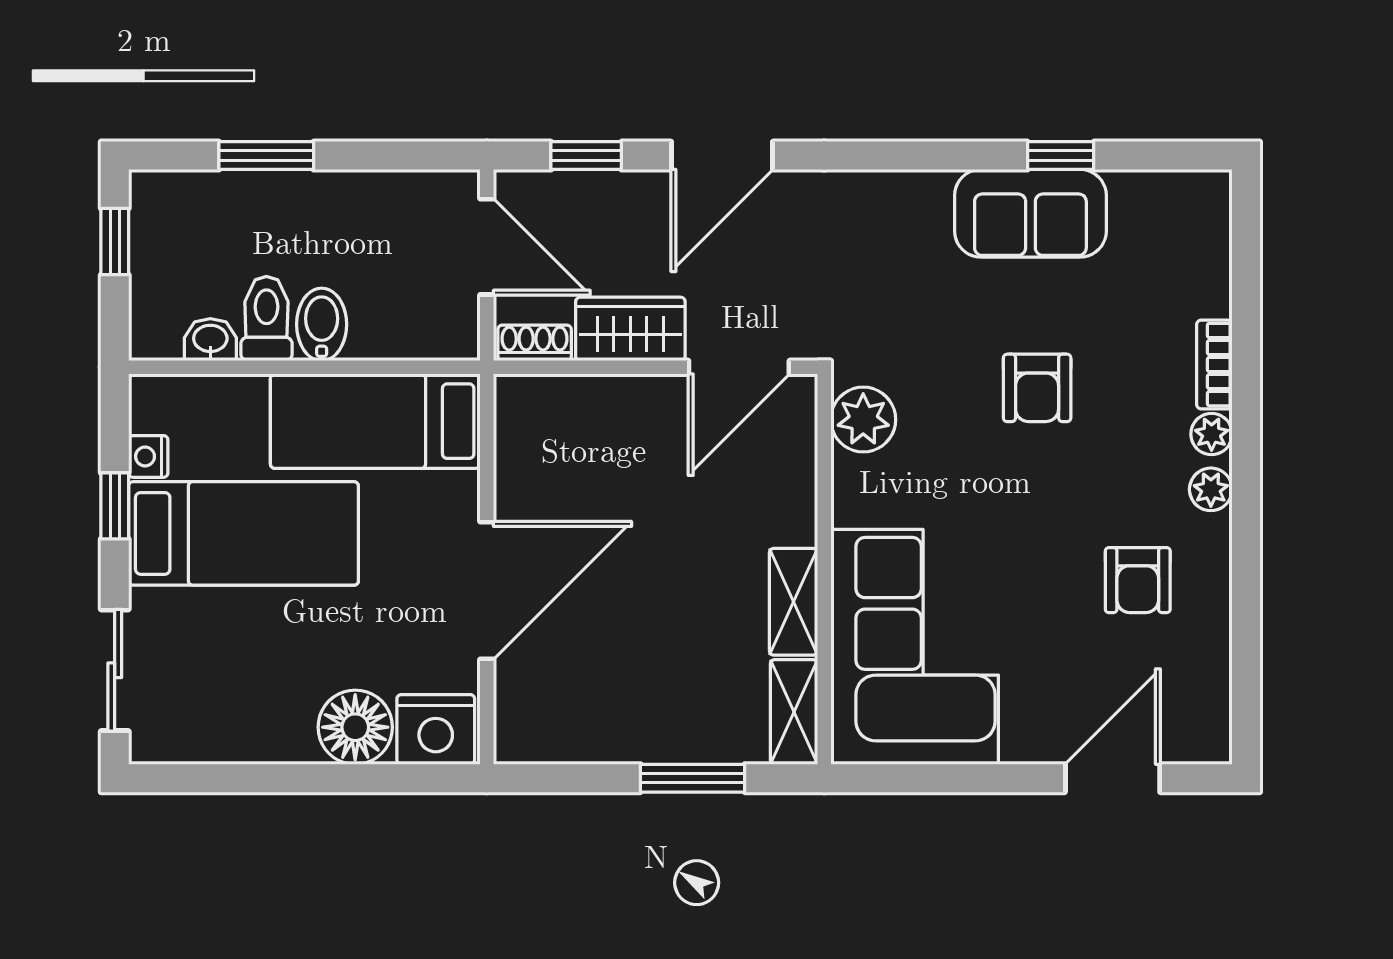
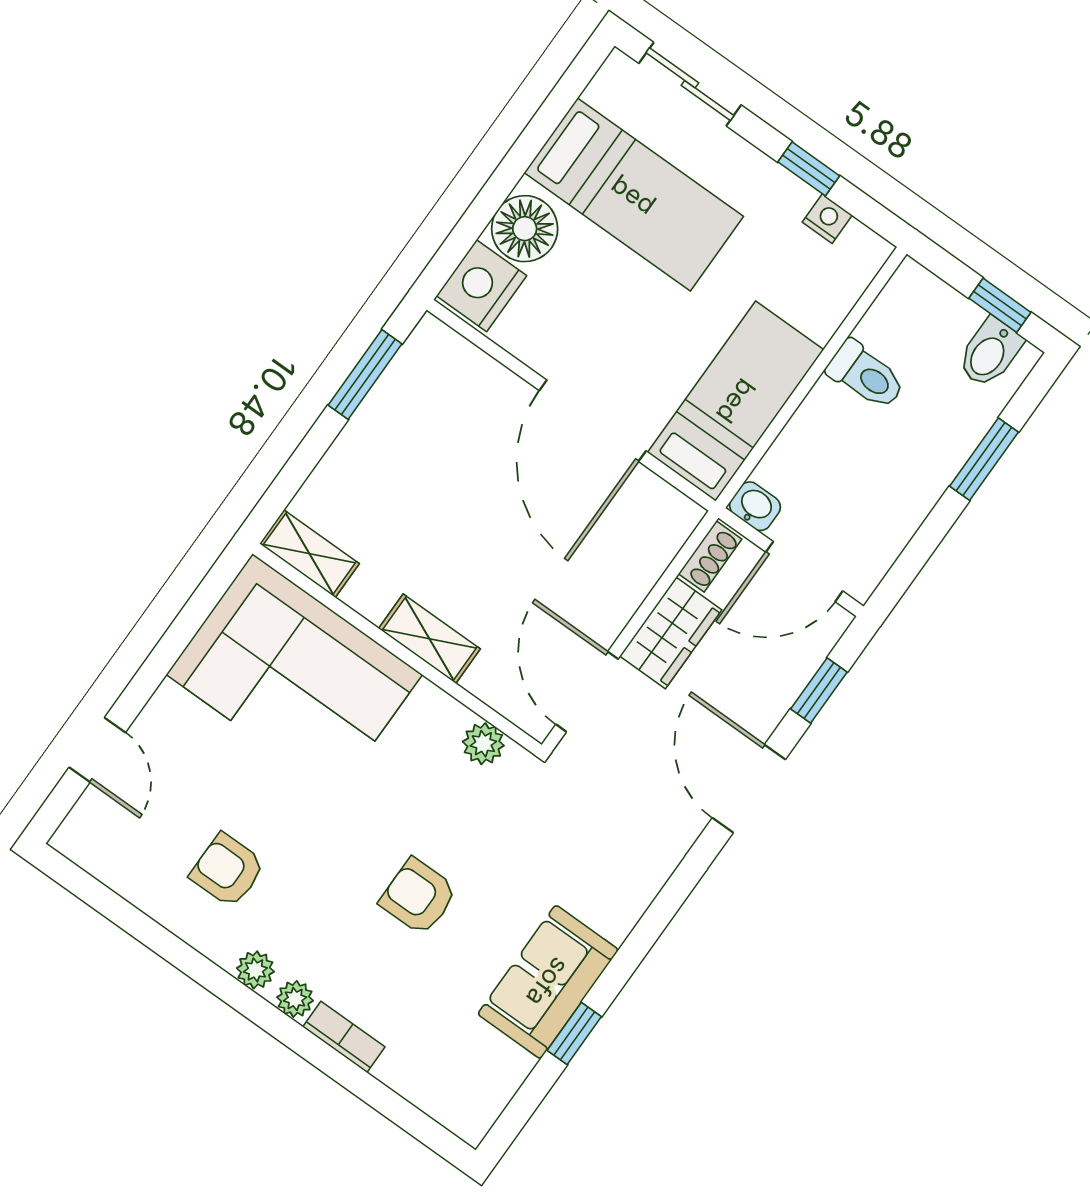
bidet: (322, 324) -> (990, 353), moved, turned 90
washbasin: (210, 340) -> (755, 506), moved, turned -90
plant: (863, 420) -> (483, 744), width x0.73, depth x0.73
bed: (243, 533) -> (634, 194), moved, turned -90
door: (487, 590) -> (593, 421), moved
shelving: (793, 602) -> (429, 639), moved
window: (693, 778) -> (365, 374), moved
door: (1113, 778) -> (97, 750), width x0.73

